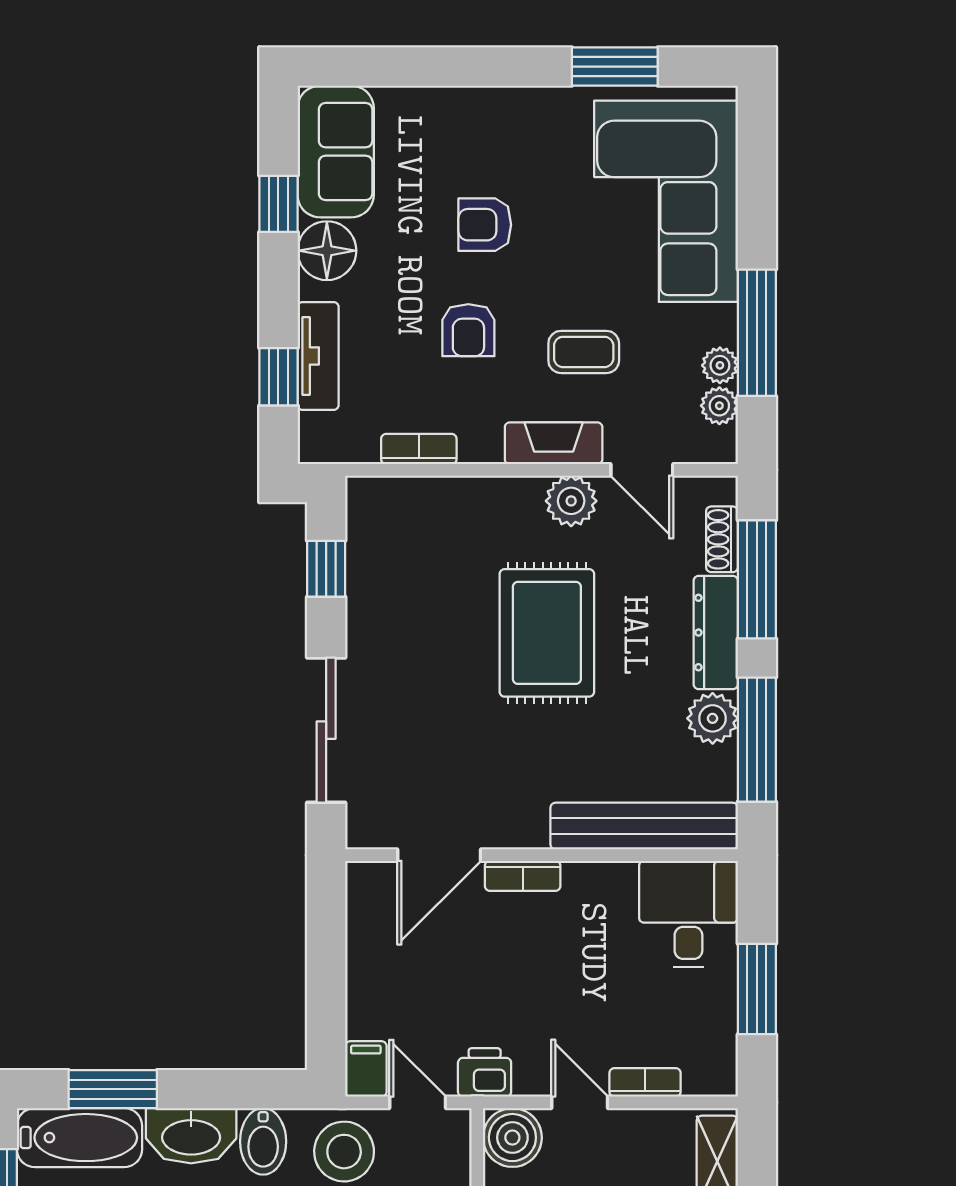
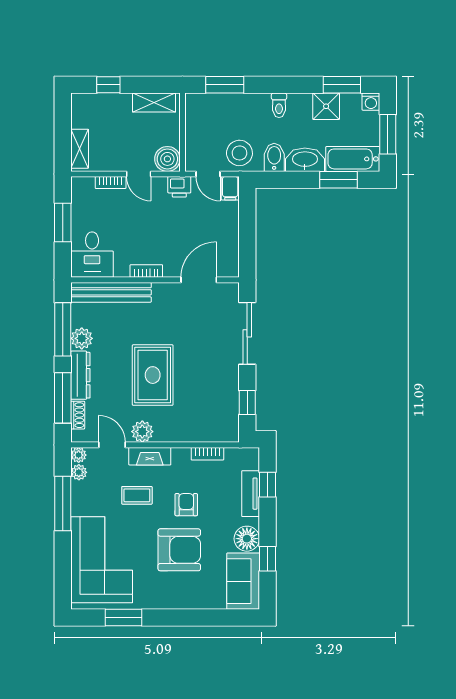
armchair: (485, 225) -> (179, 550), width x1.88, depth x1.88
plant: (720, 365) -> (79, 455), moved
bookcase: (523, 876) -> (146, 271), moved

